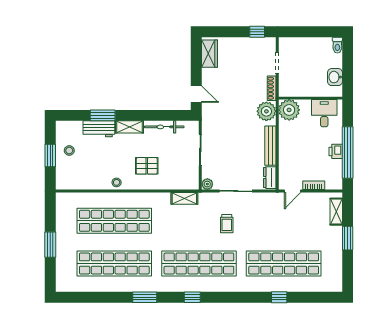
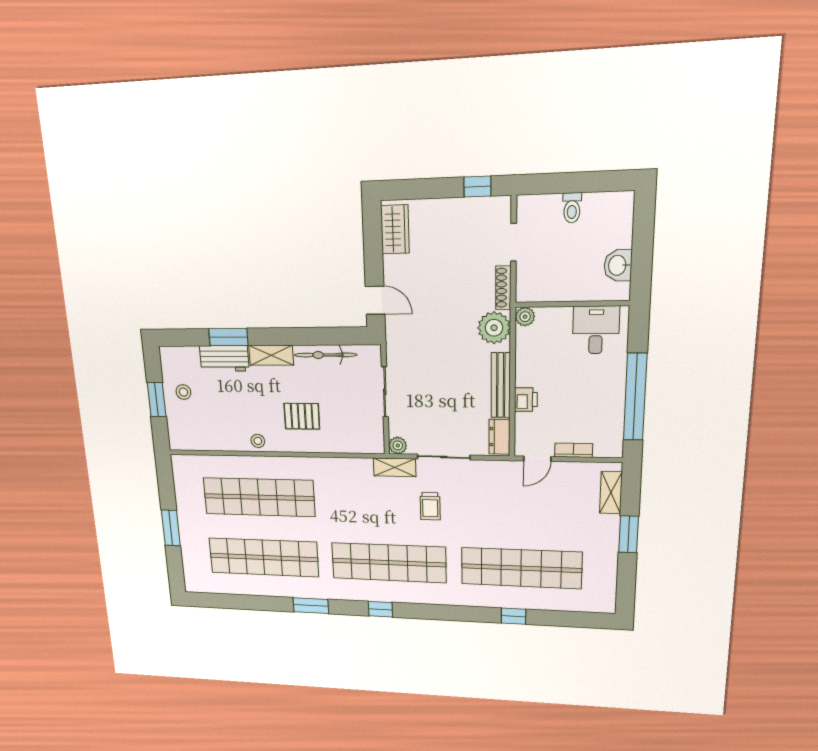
toilet: (337, 45) -> (572, 208), moved
plant: (289, 110) -> (525, 317), width x0.53, depth x0.53
printer: (336, 151) -> (526, 400), moved, turned 180
shelving: (184, 198) -> (395, 467), moved

